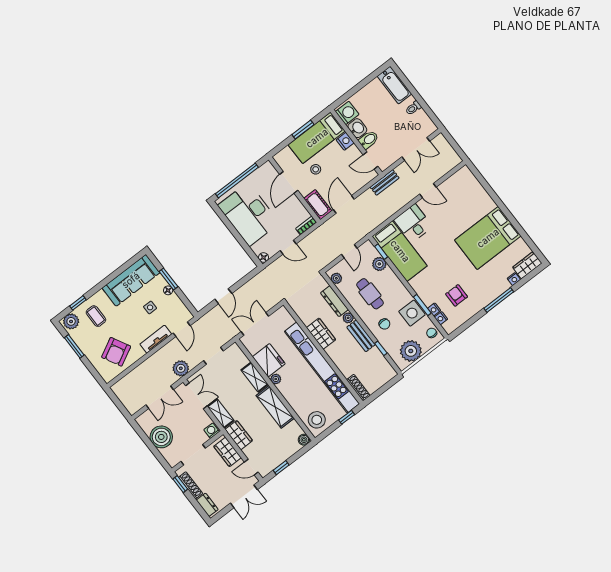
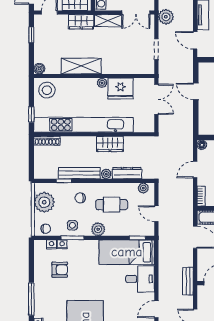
plant: (379, 264) -> (98, 229), moved
side table: (412, 313) -> (72, 225), width x0.54, depth x0.54
bench: (361, 336) -> (79, 173), width x1.36
shelving: (255, 377) -> (116, 68), removed

